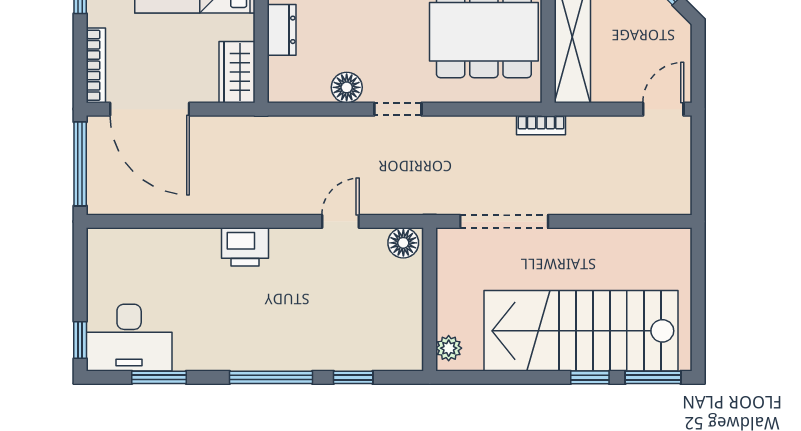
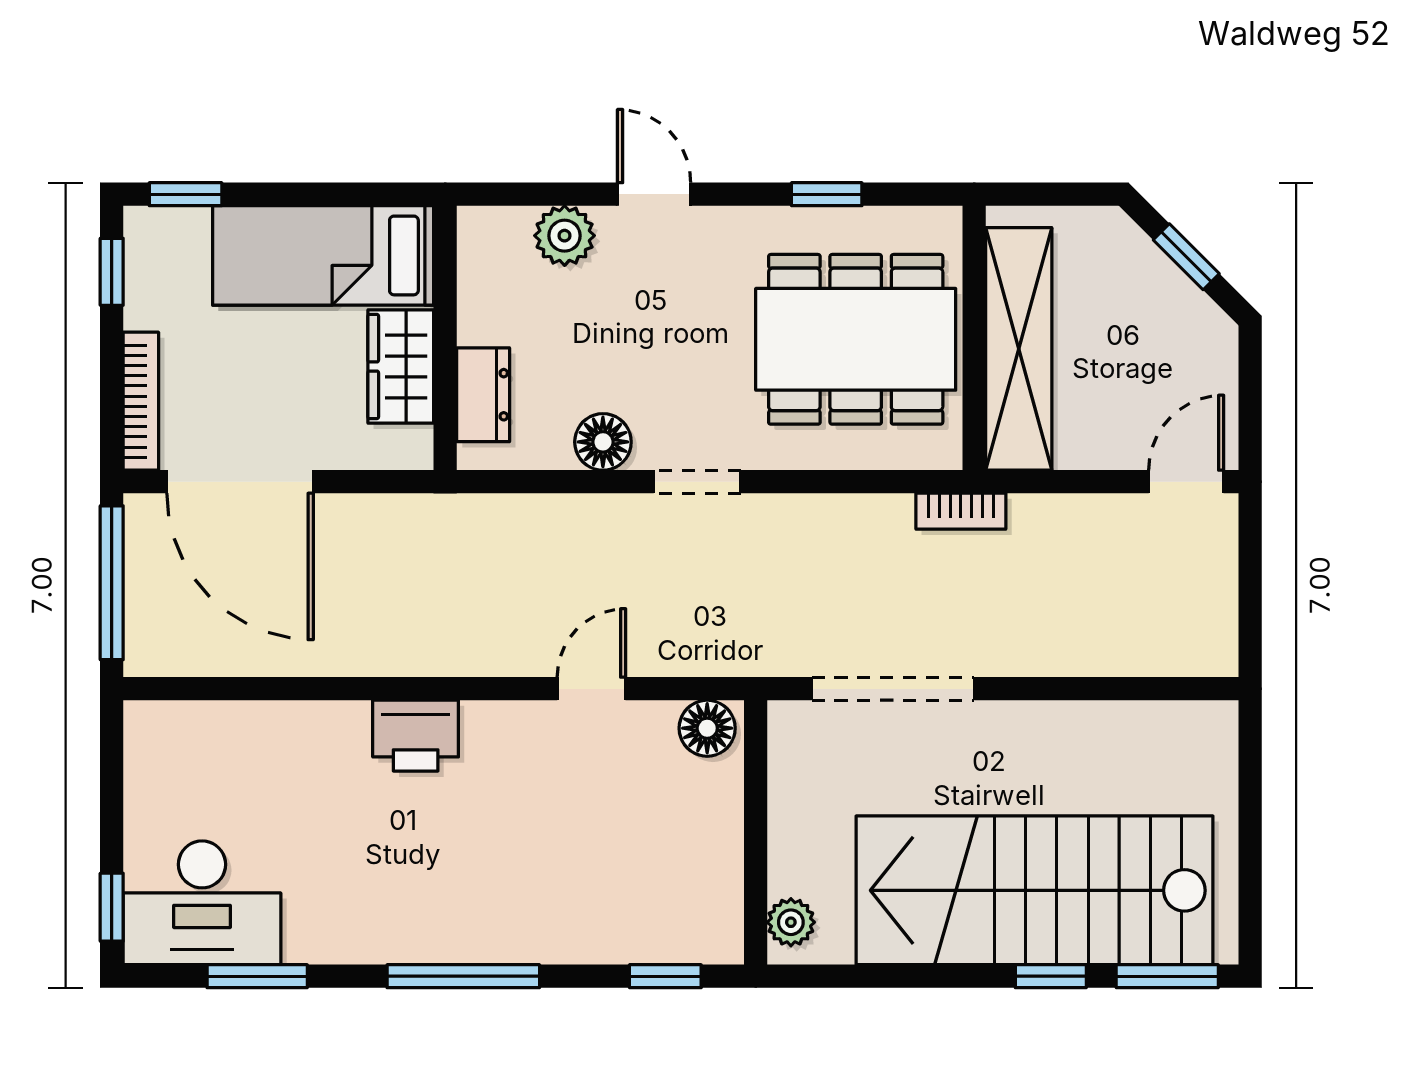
dresser: (282, 30) -> (483, 395), moved
wardrobe: (237, 72) -> (401, 366), moved
window: (353, 377) -> (665, 976), moved

